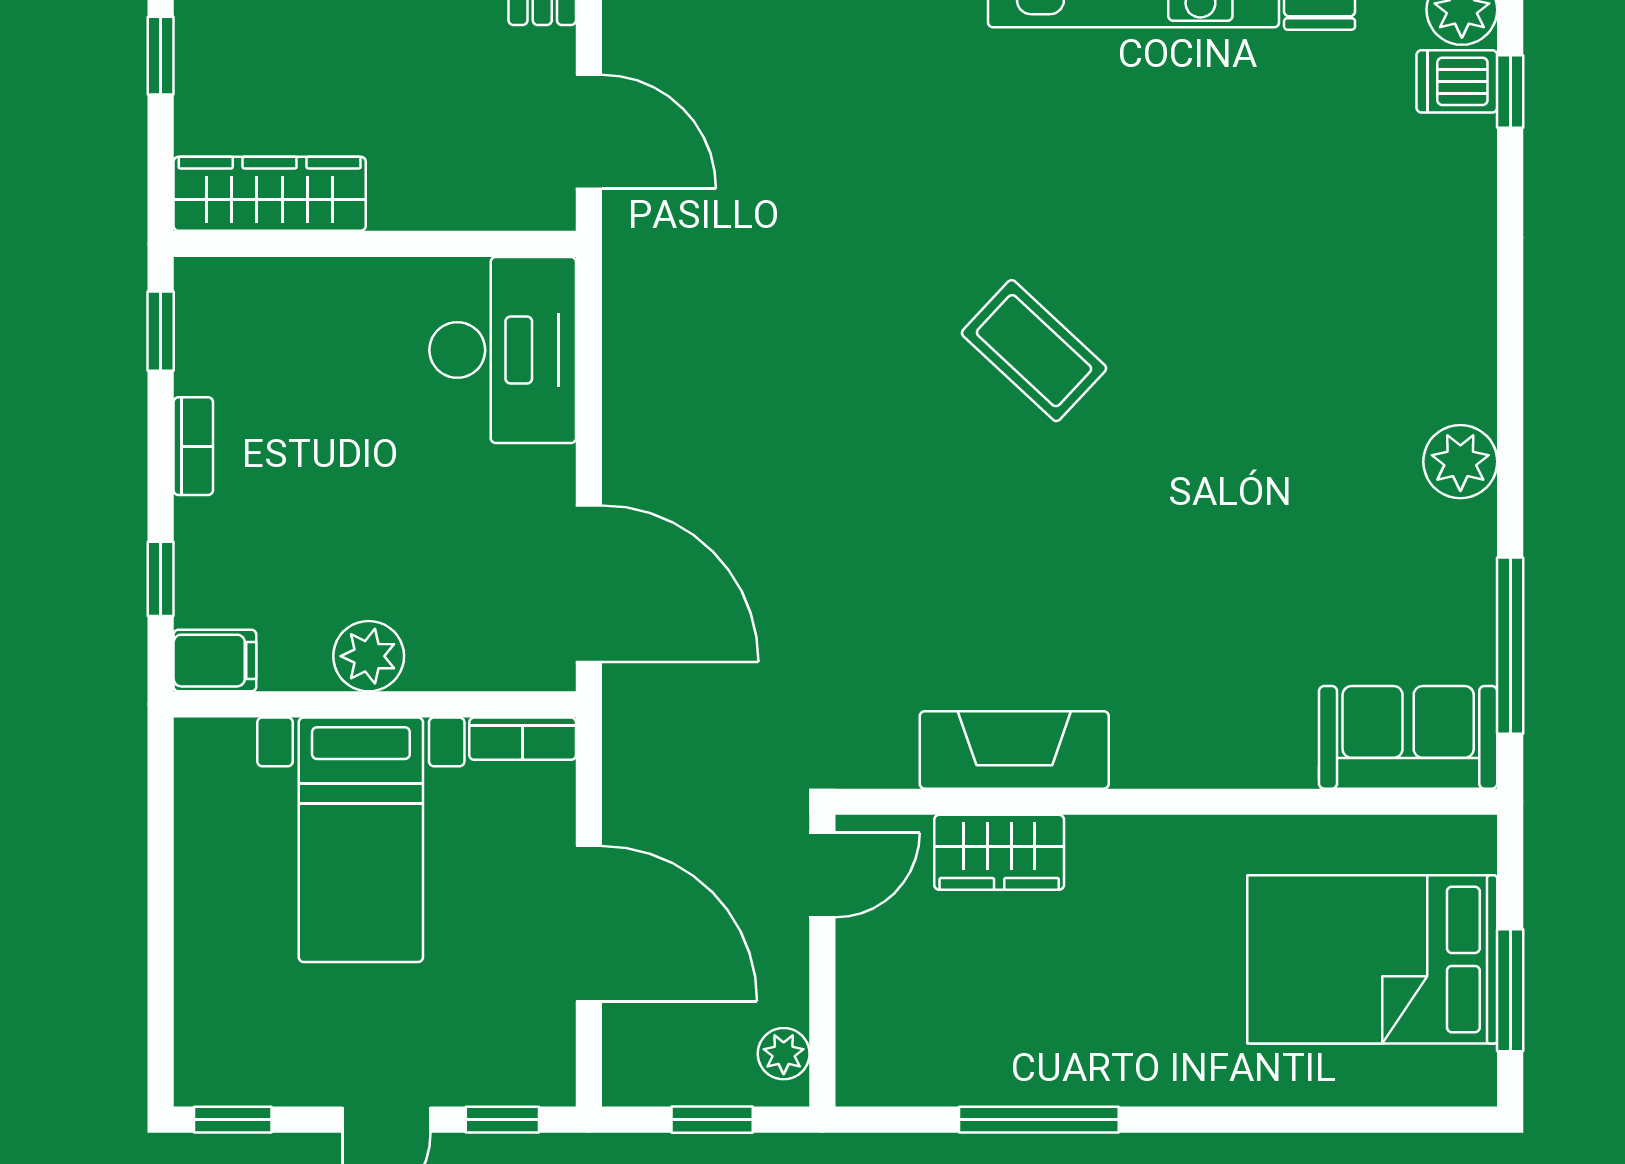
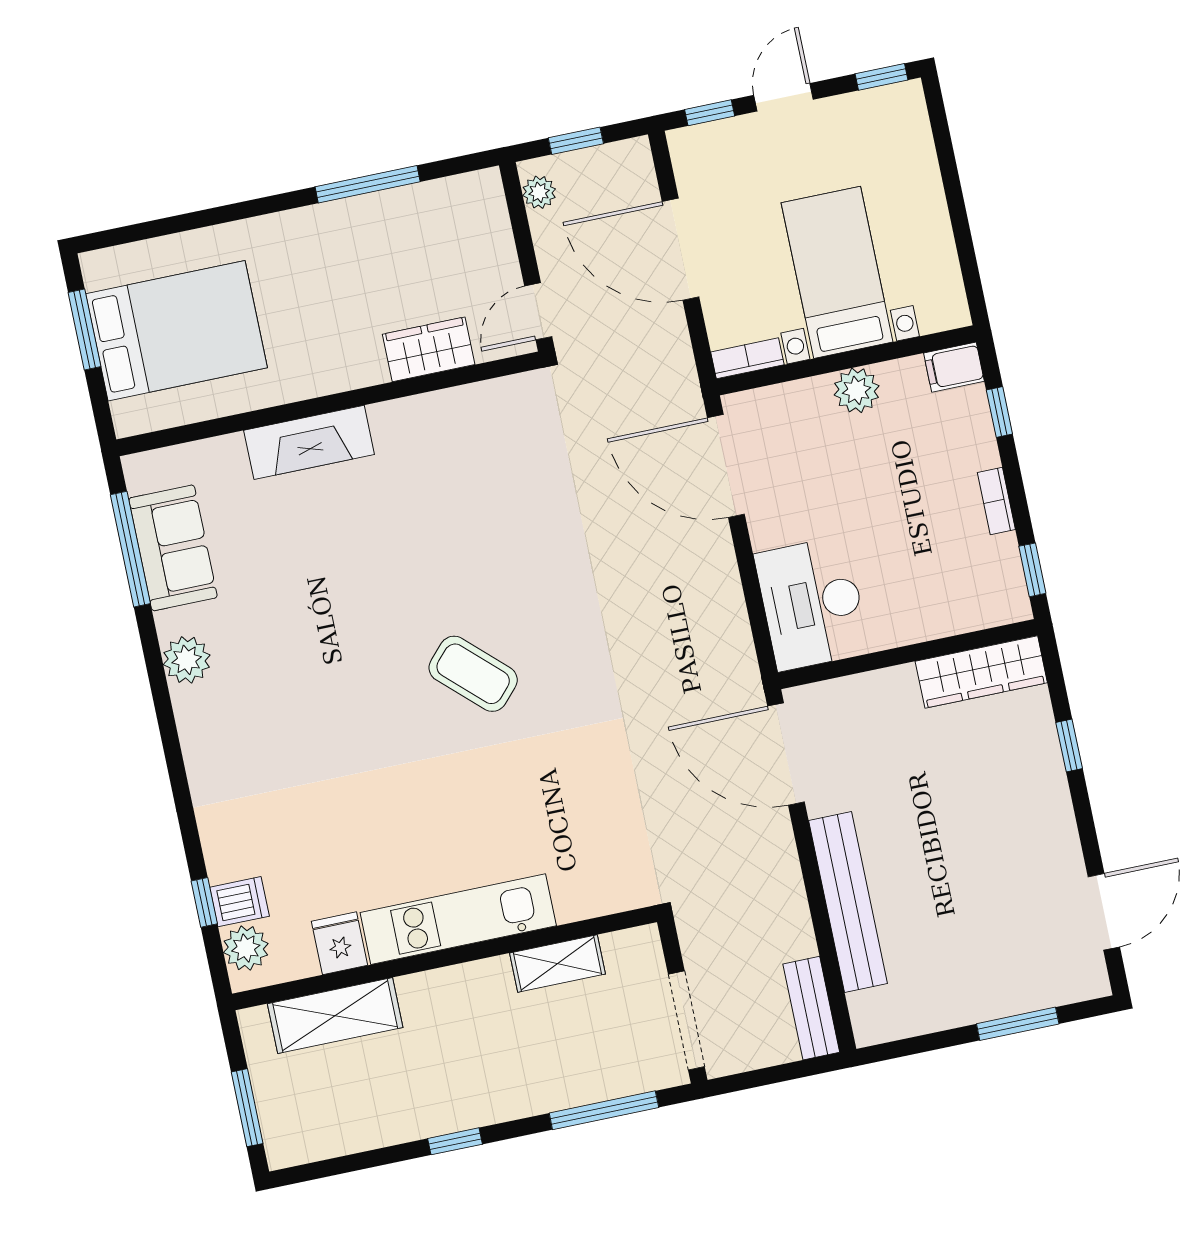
door: (589, 132) -> (786, 754), width x1.36
sofa: (1408, 737) -> (173, 548), moved, turned -90
fireplace: (1014, 750) -> (309, 442), moved

